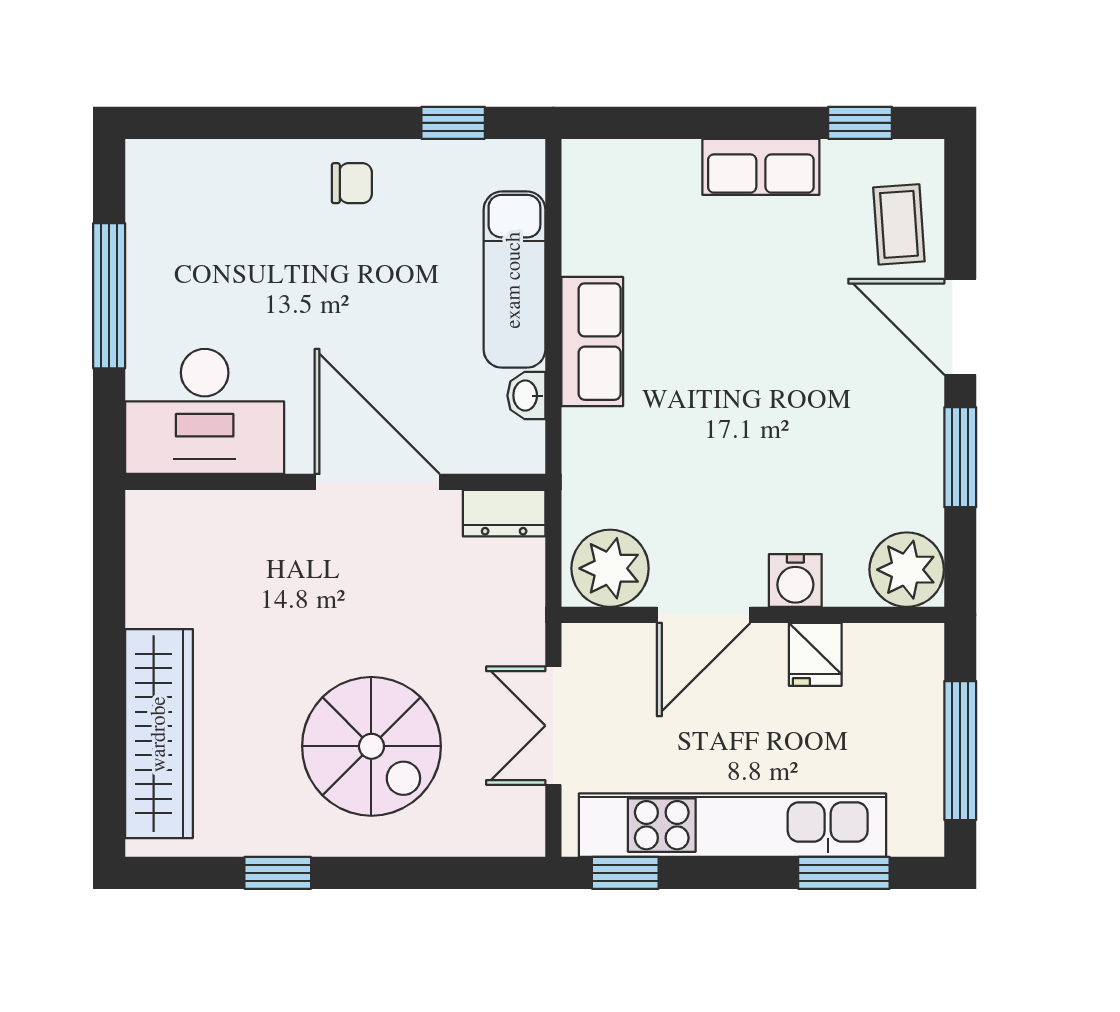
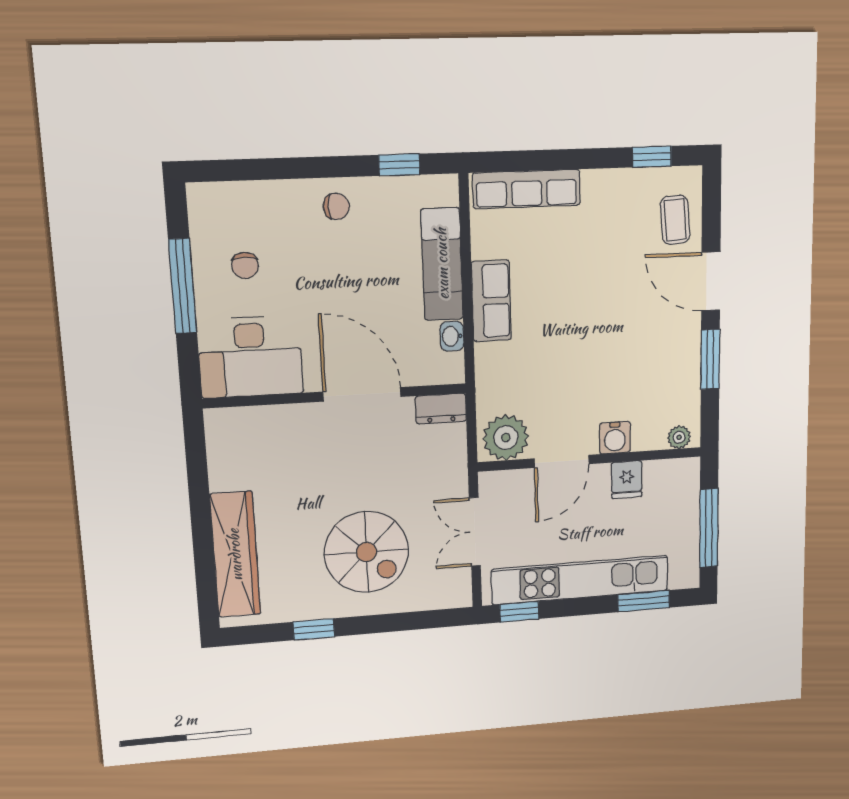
row of seats: (761, 167) -> (527, 189), moved, width x1.48
chair: (206, 268) -> (245, 265), added
plant: (907, 570) -> (679, 437), width x0.53, depth x0.53

